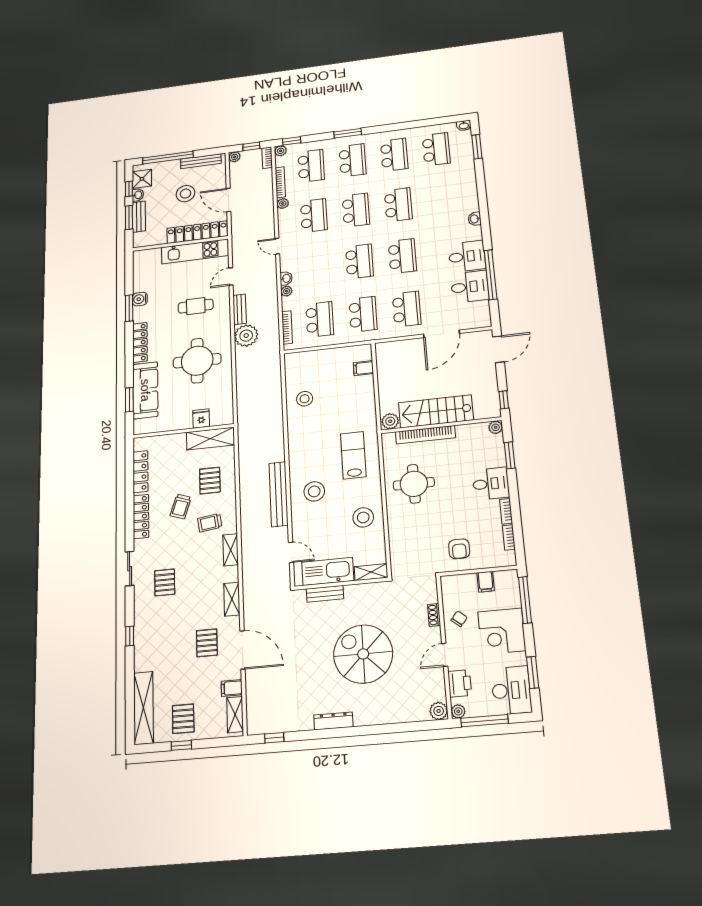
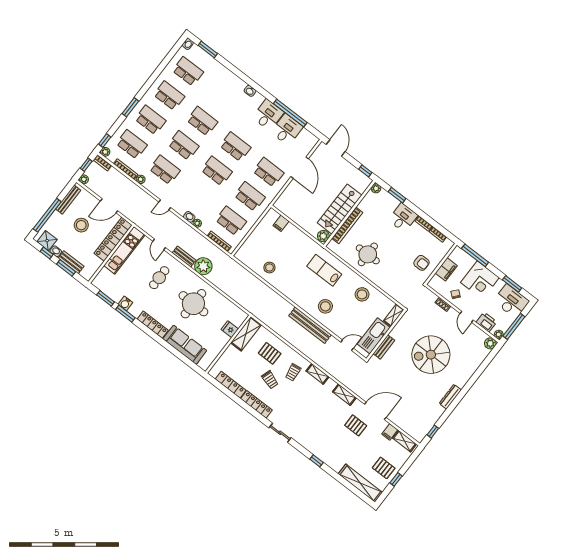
window: (129, 400) -> (106, 298), moved
pallet: (165, 582) -> (304, 421), removed
filing cabinet: (486, 582) -> (446, 269), width x2.00

